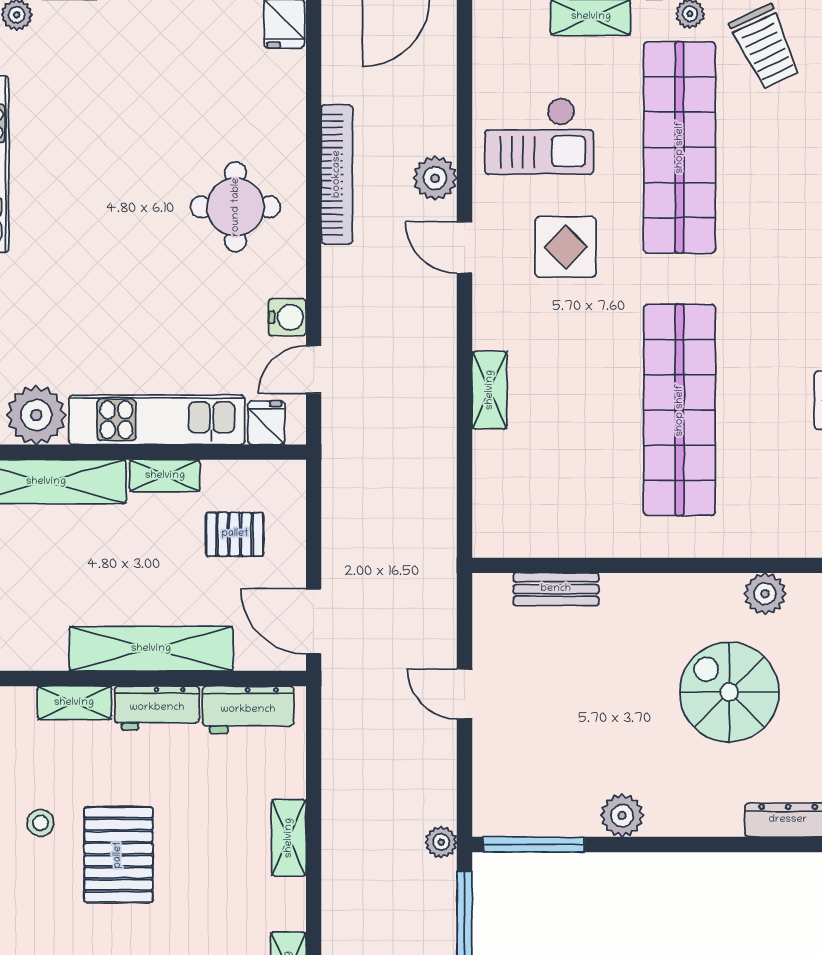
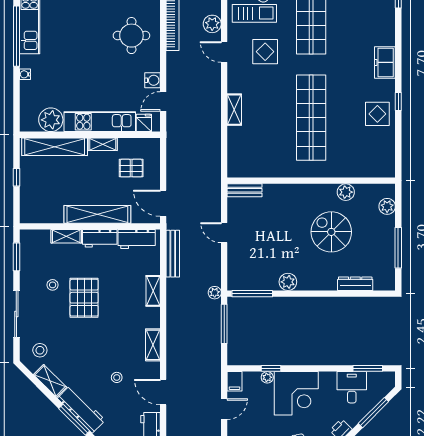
bench: (556, 589) -> (244, 190), moved
bench: (337, 746) -> (173, 254), added

